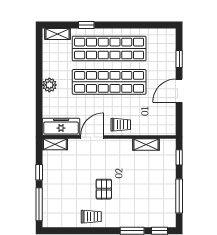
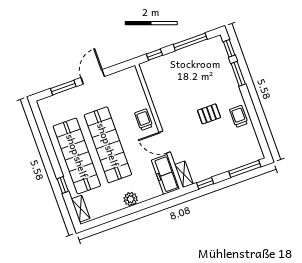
window: (179, 59) -> (63, 88), width x1.50
door: (179, 91) -> (93, 77), swing flipped
shelving: (146, 145) -> (154, 90), removed
window: (39, 172) -> (205, 183), moved

